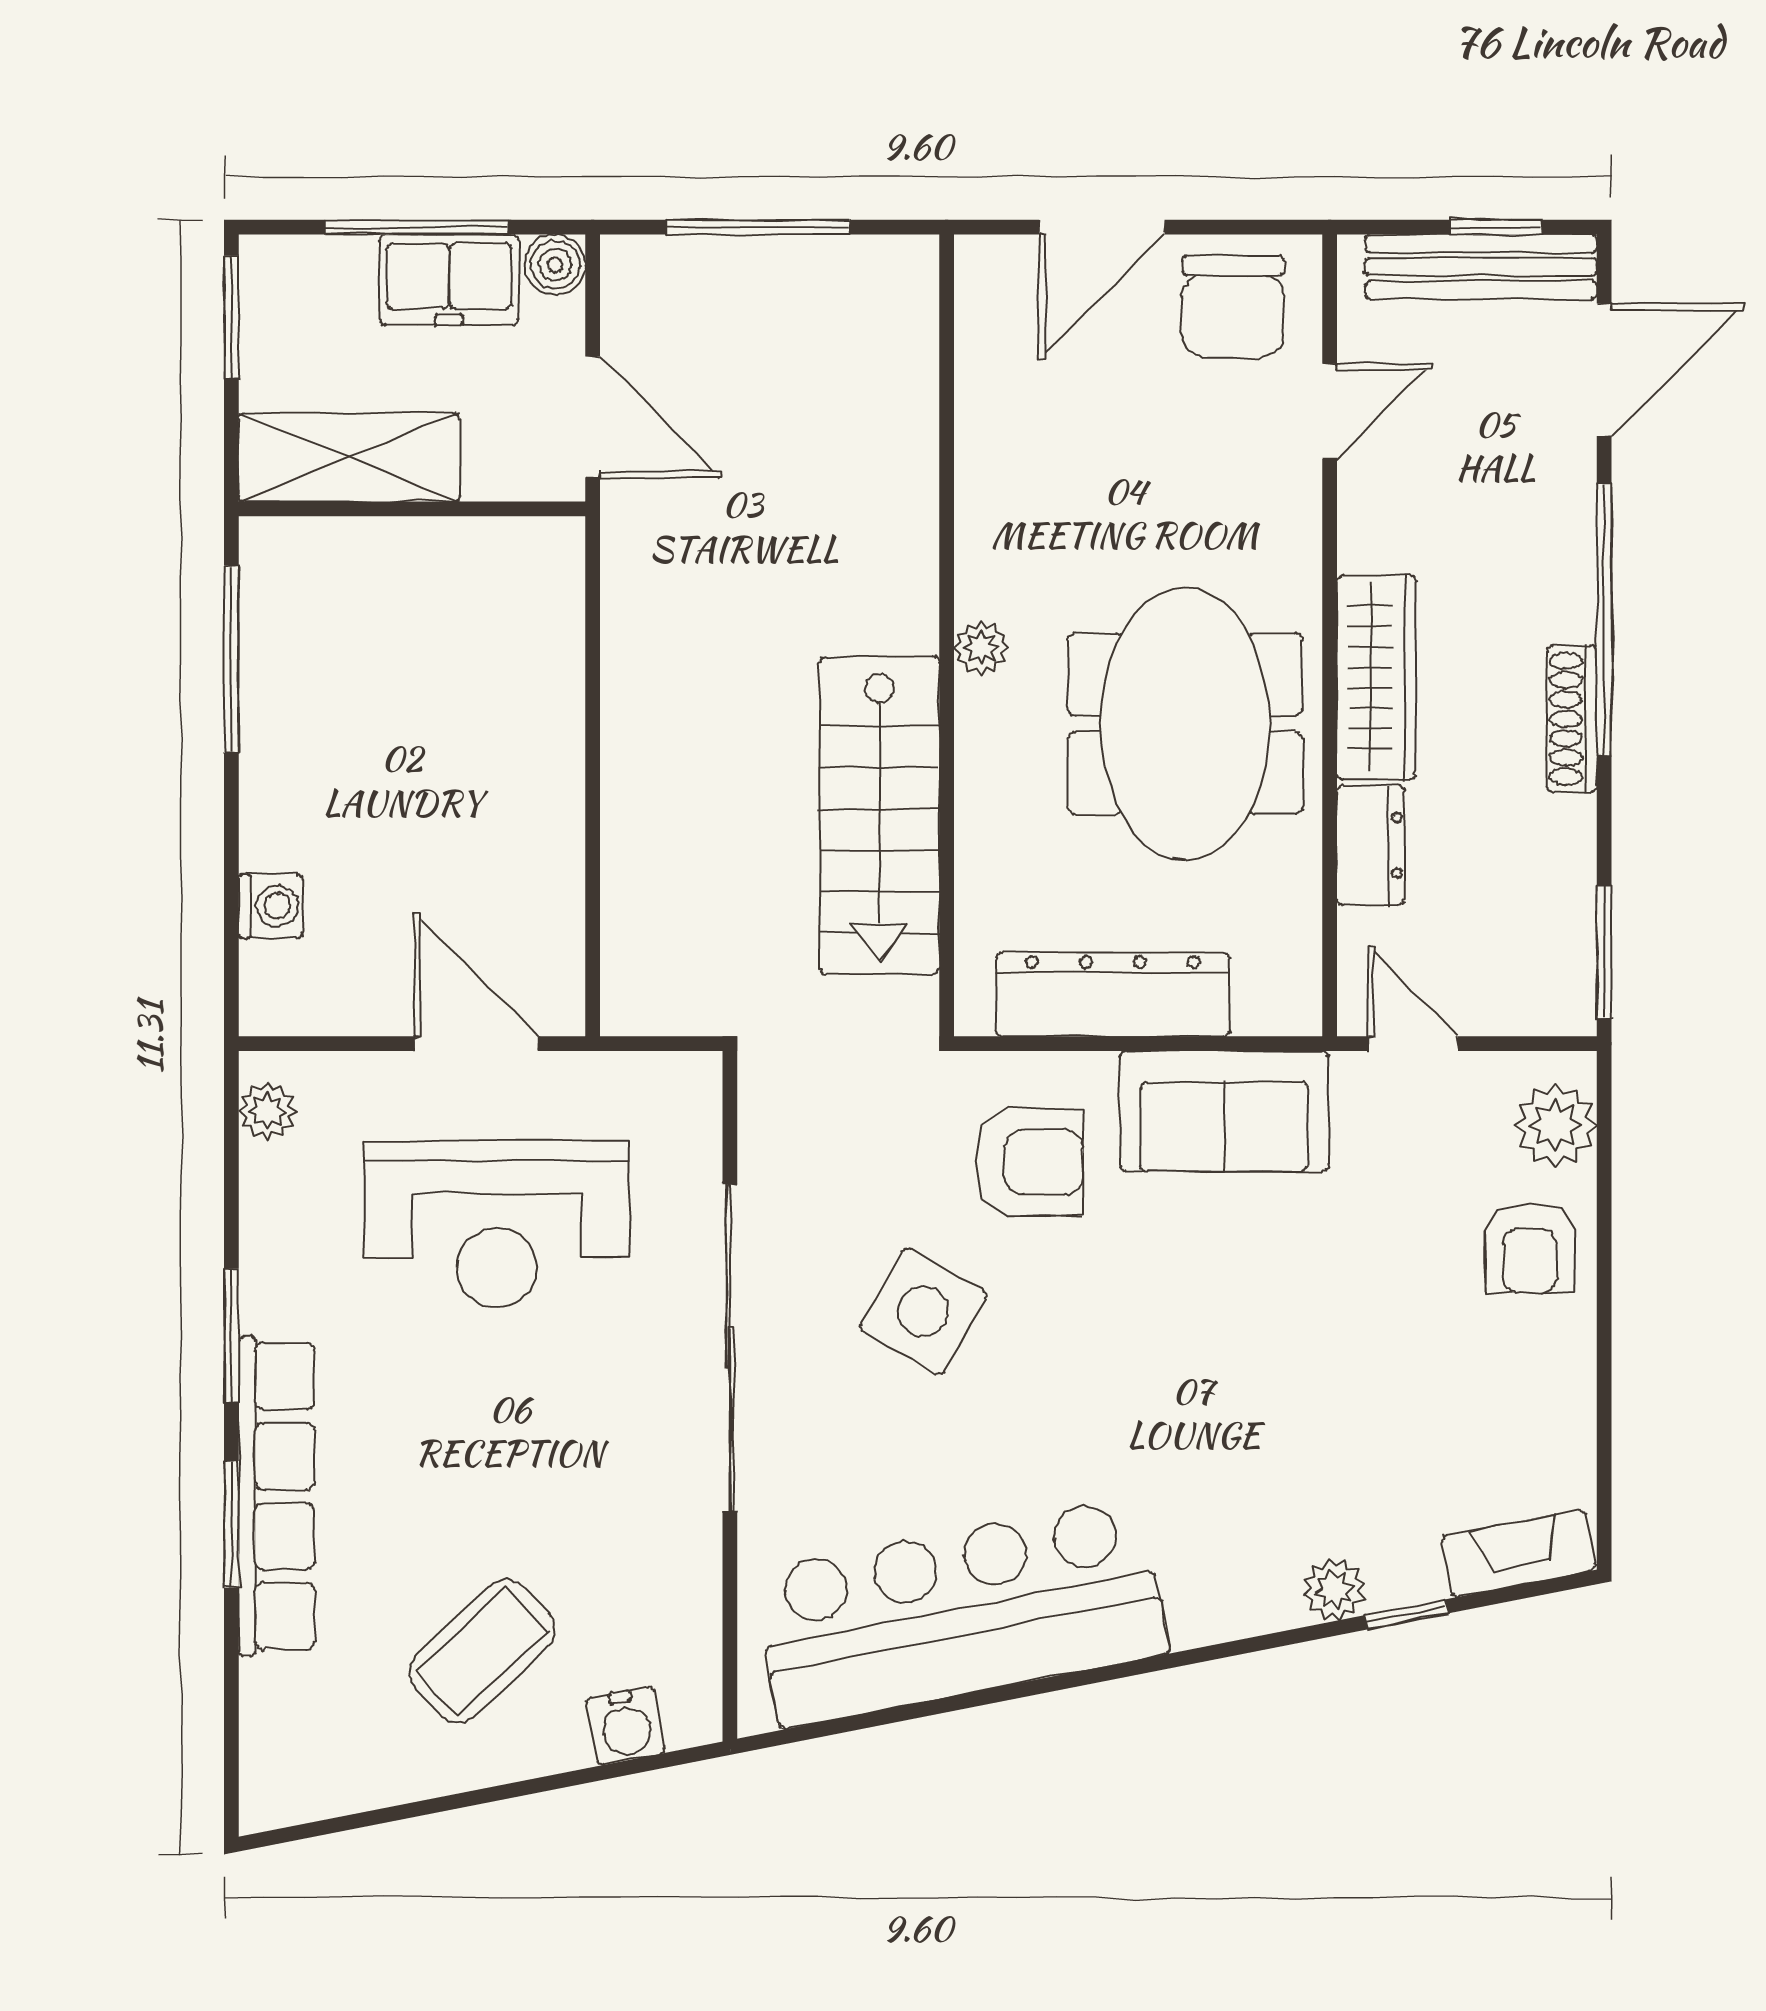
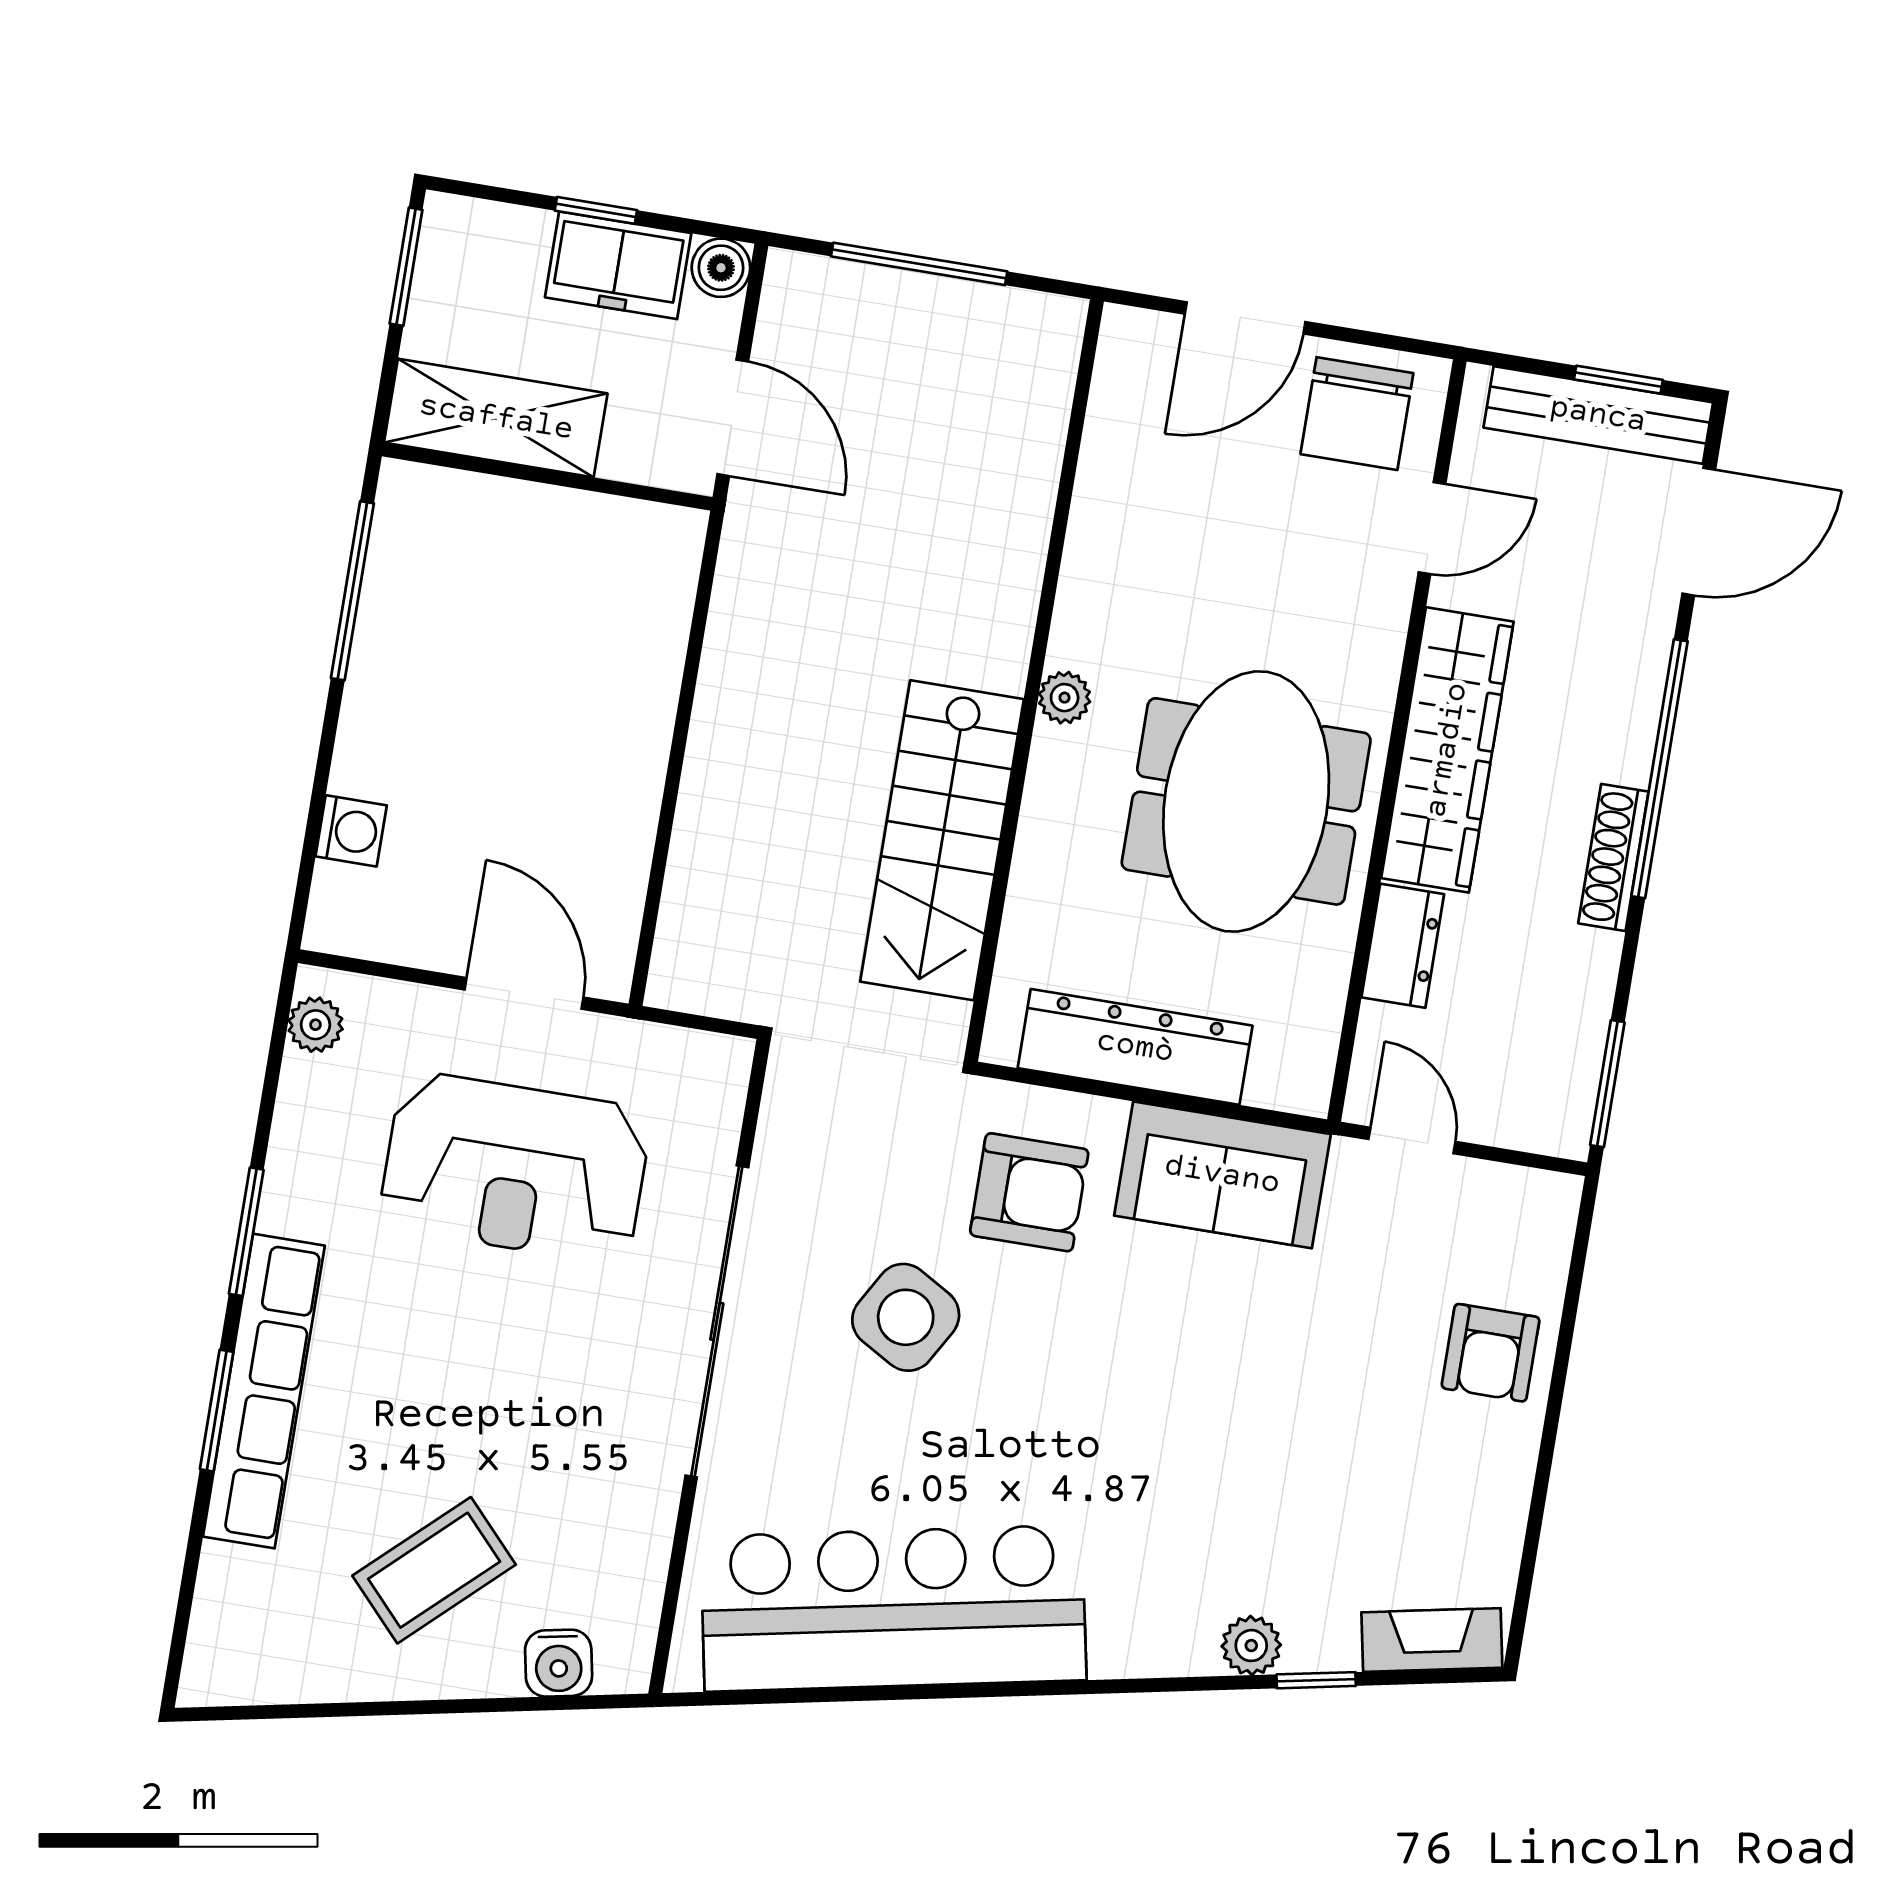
window: (417, 227) -> (596, 210), width x0.46
wardrobe: (1376, 677) -> (1447, 750), width x1.40, depth x1.17
plant: (1555, 1125) -> (1534, 1240), removed

